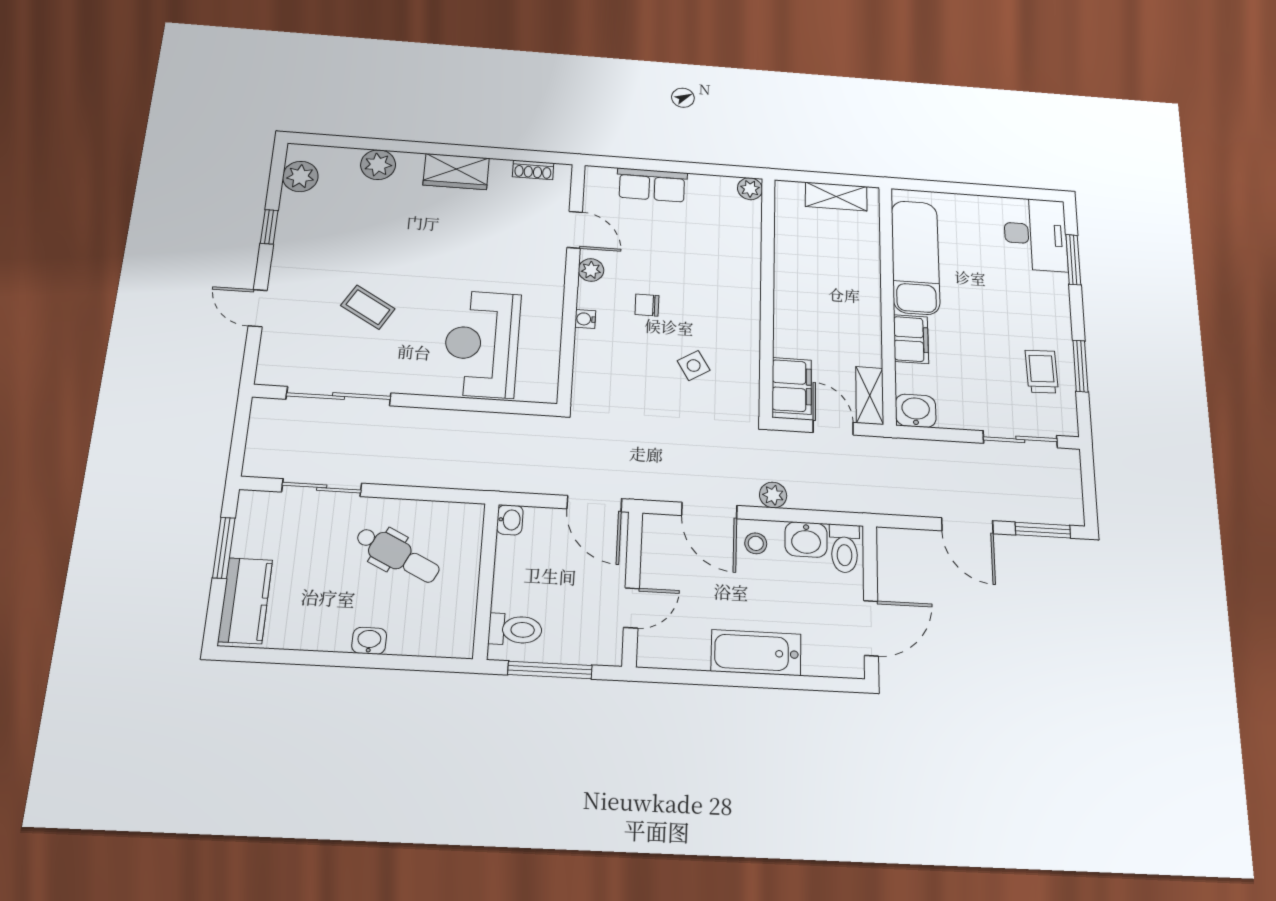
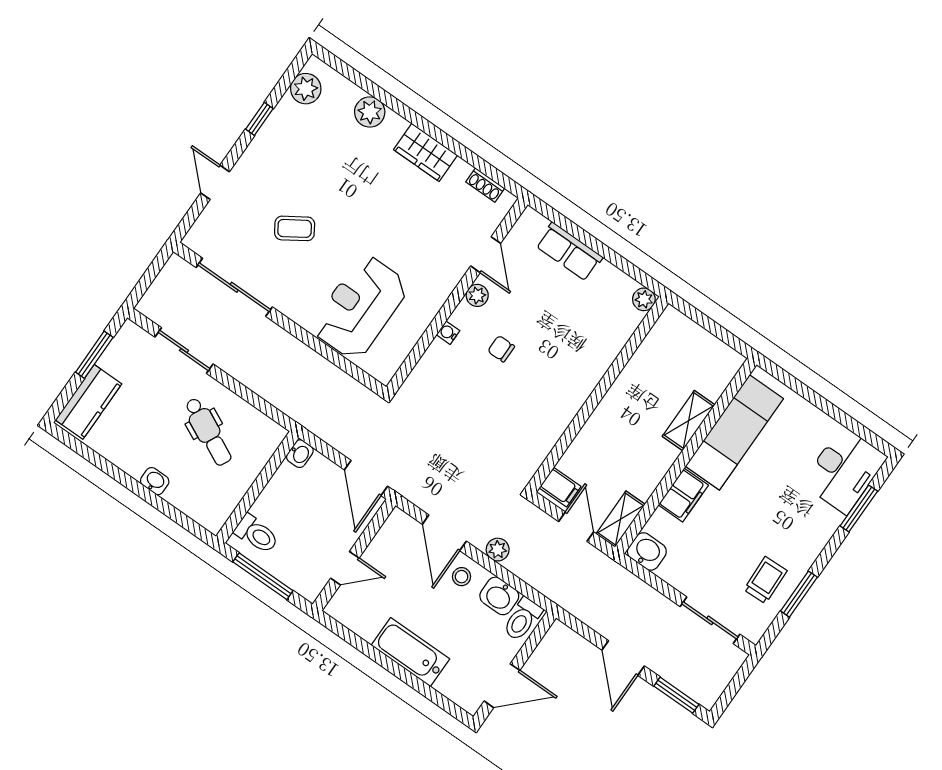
shelving: (836, 196) -> (689, 421), moved, turned 90
coffee table: (368, 307) -> (295, 228), turned -63
side table: (694, 366) -> (505, 417), removed
filing cabinet: (792, 386) -> (560, 487), width x0.50

